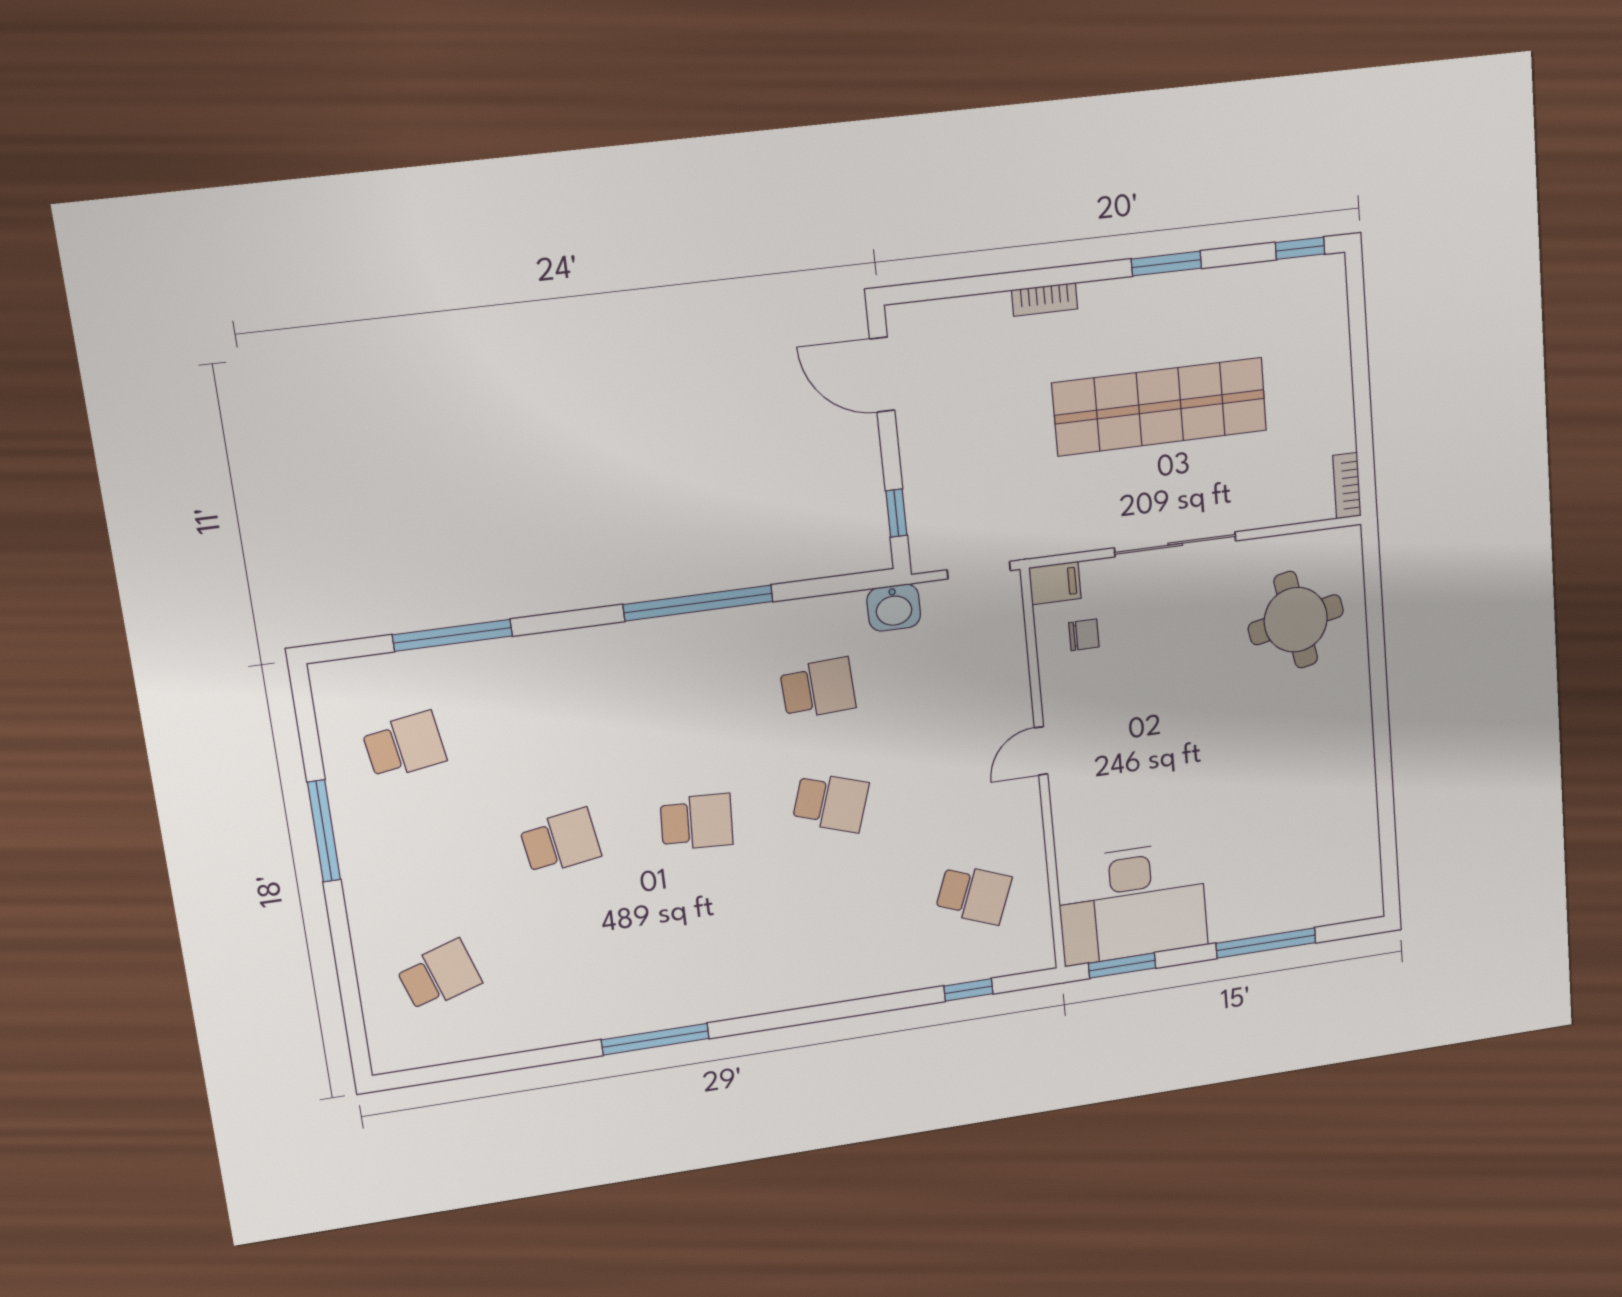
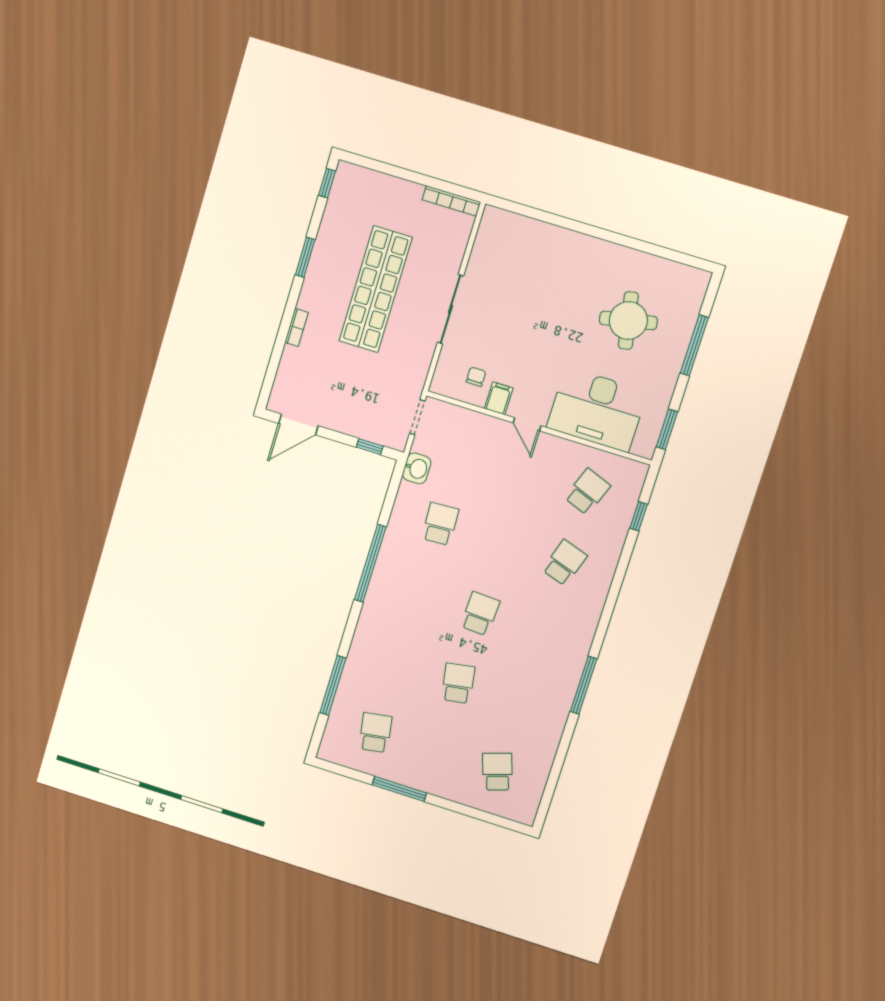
bookcase: (1347, 486) -> (452, 201), width x1.56
filing cabinet: (1055, 583) -> (499, 398), moved
round table: (1296, 620) -> (628, 321), moved
school desk: (831, 803) -> (565, 563), moved
desk: (1132, 903) -> (597, 410), moved, turned 90

